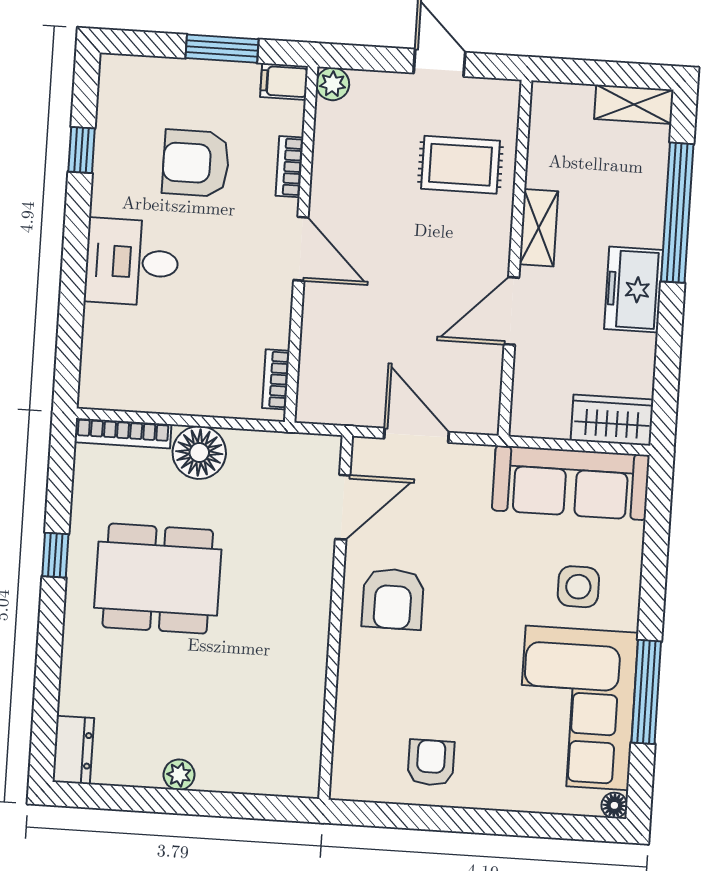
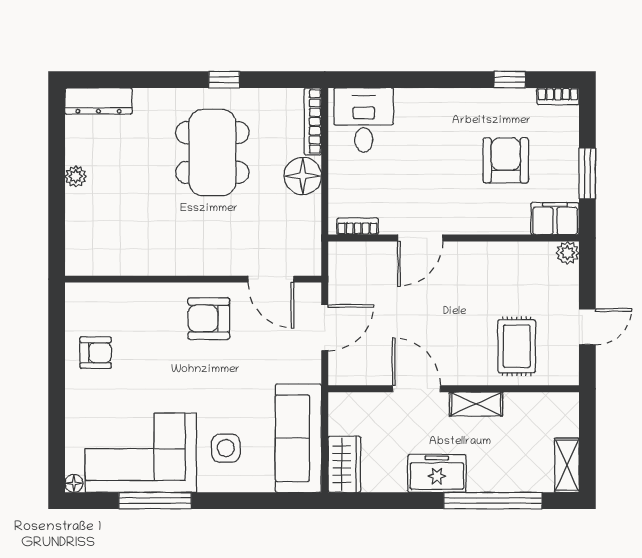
filing cabinet: (284, 82) -> (555, 219), width x2.00
bookcase: (289, 167) -> (558, 96), moved, turned 180
door: (301, 249) -> (420, 238), moved
desk: (132, 262) -> (364, 120), moved
dresser: (73, 750) -> (99, 101), width x1.44

